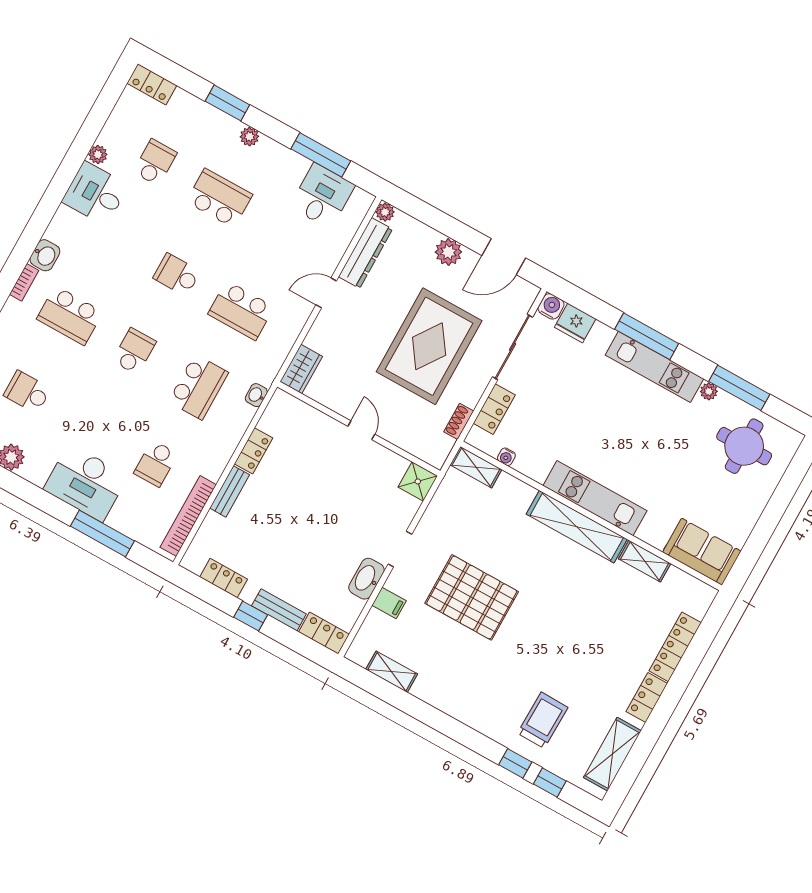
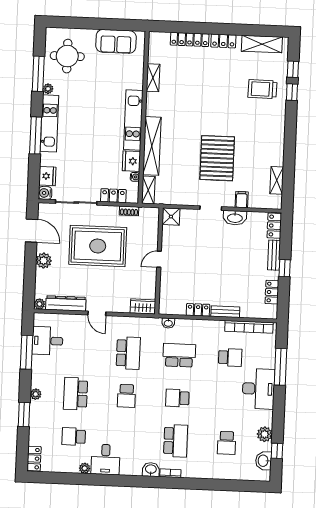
fridge: (533, 464) -> (131, 161), added
shelving: (577, 527) -> (152, 146), moved
sofa: (702, 552) -> (116, 41), moved, turned -90

